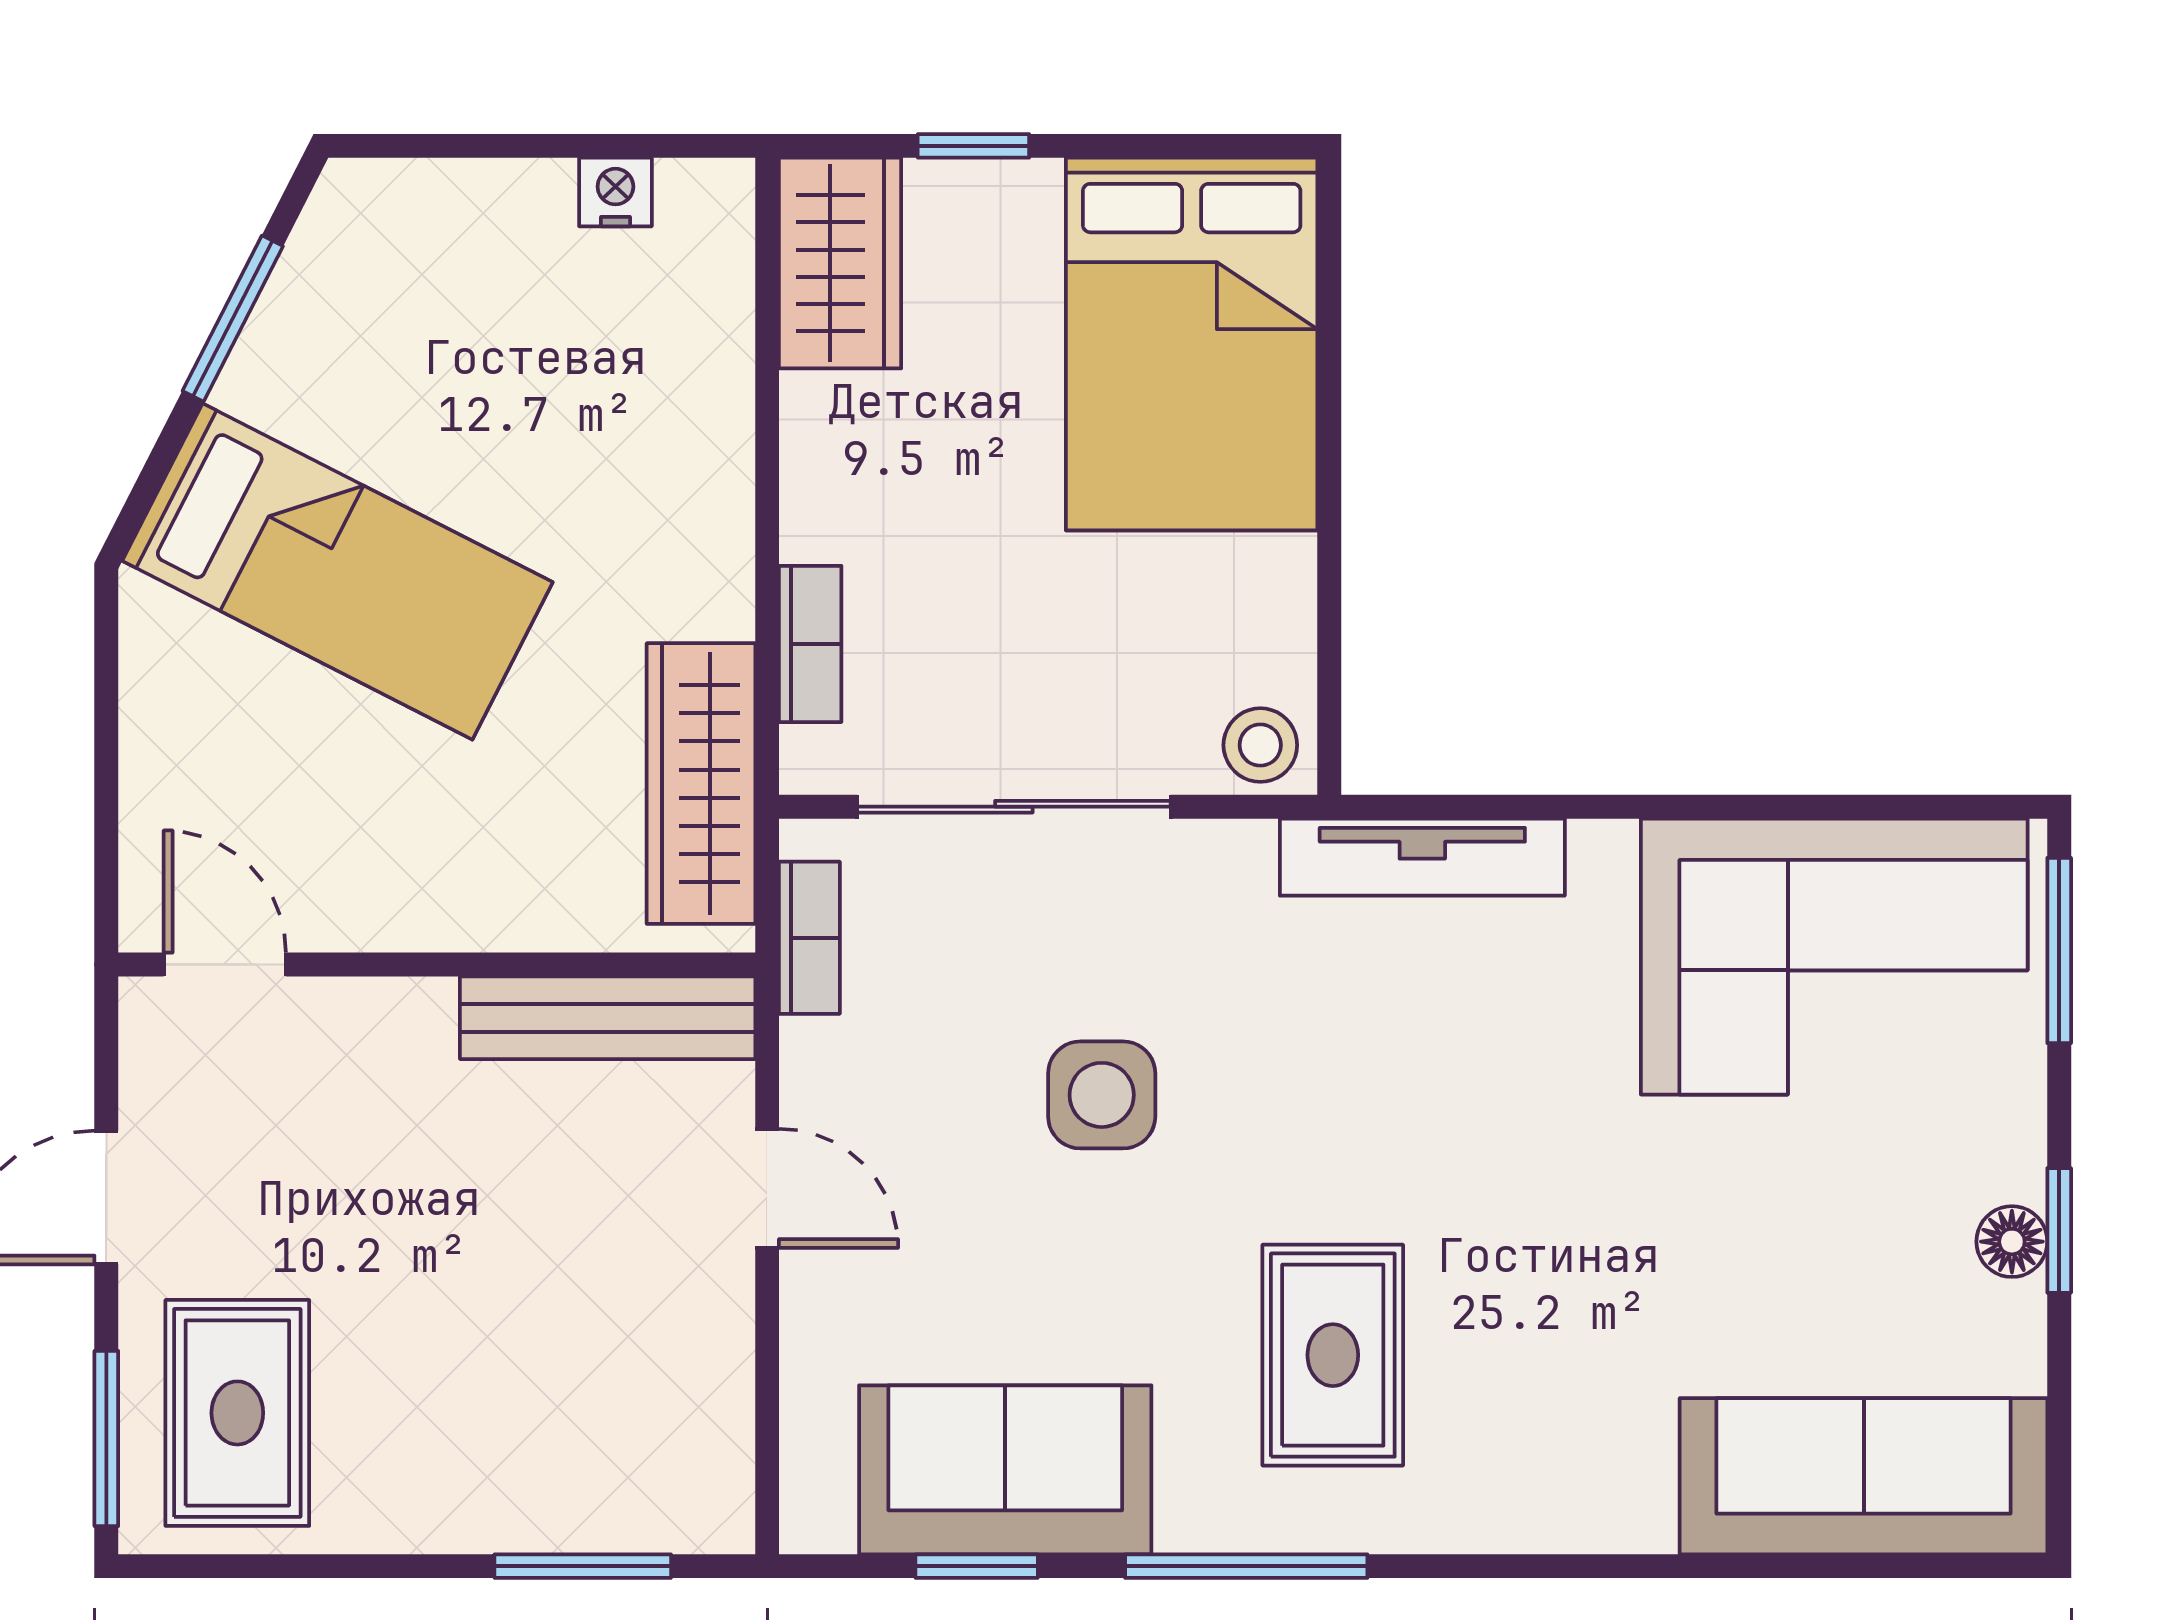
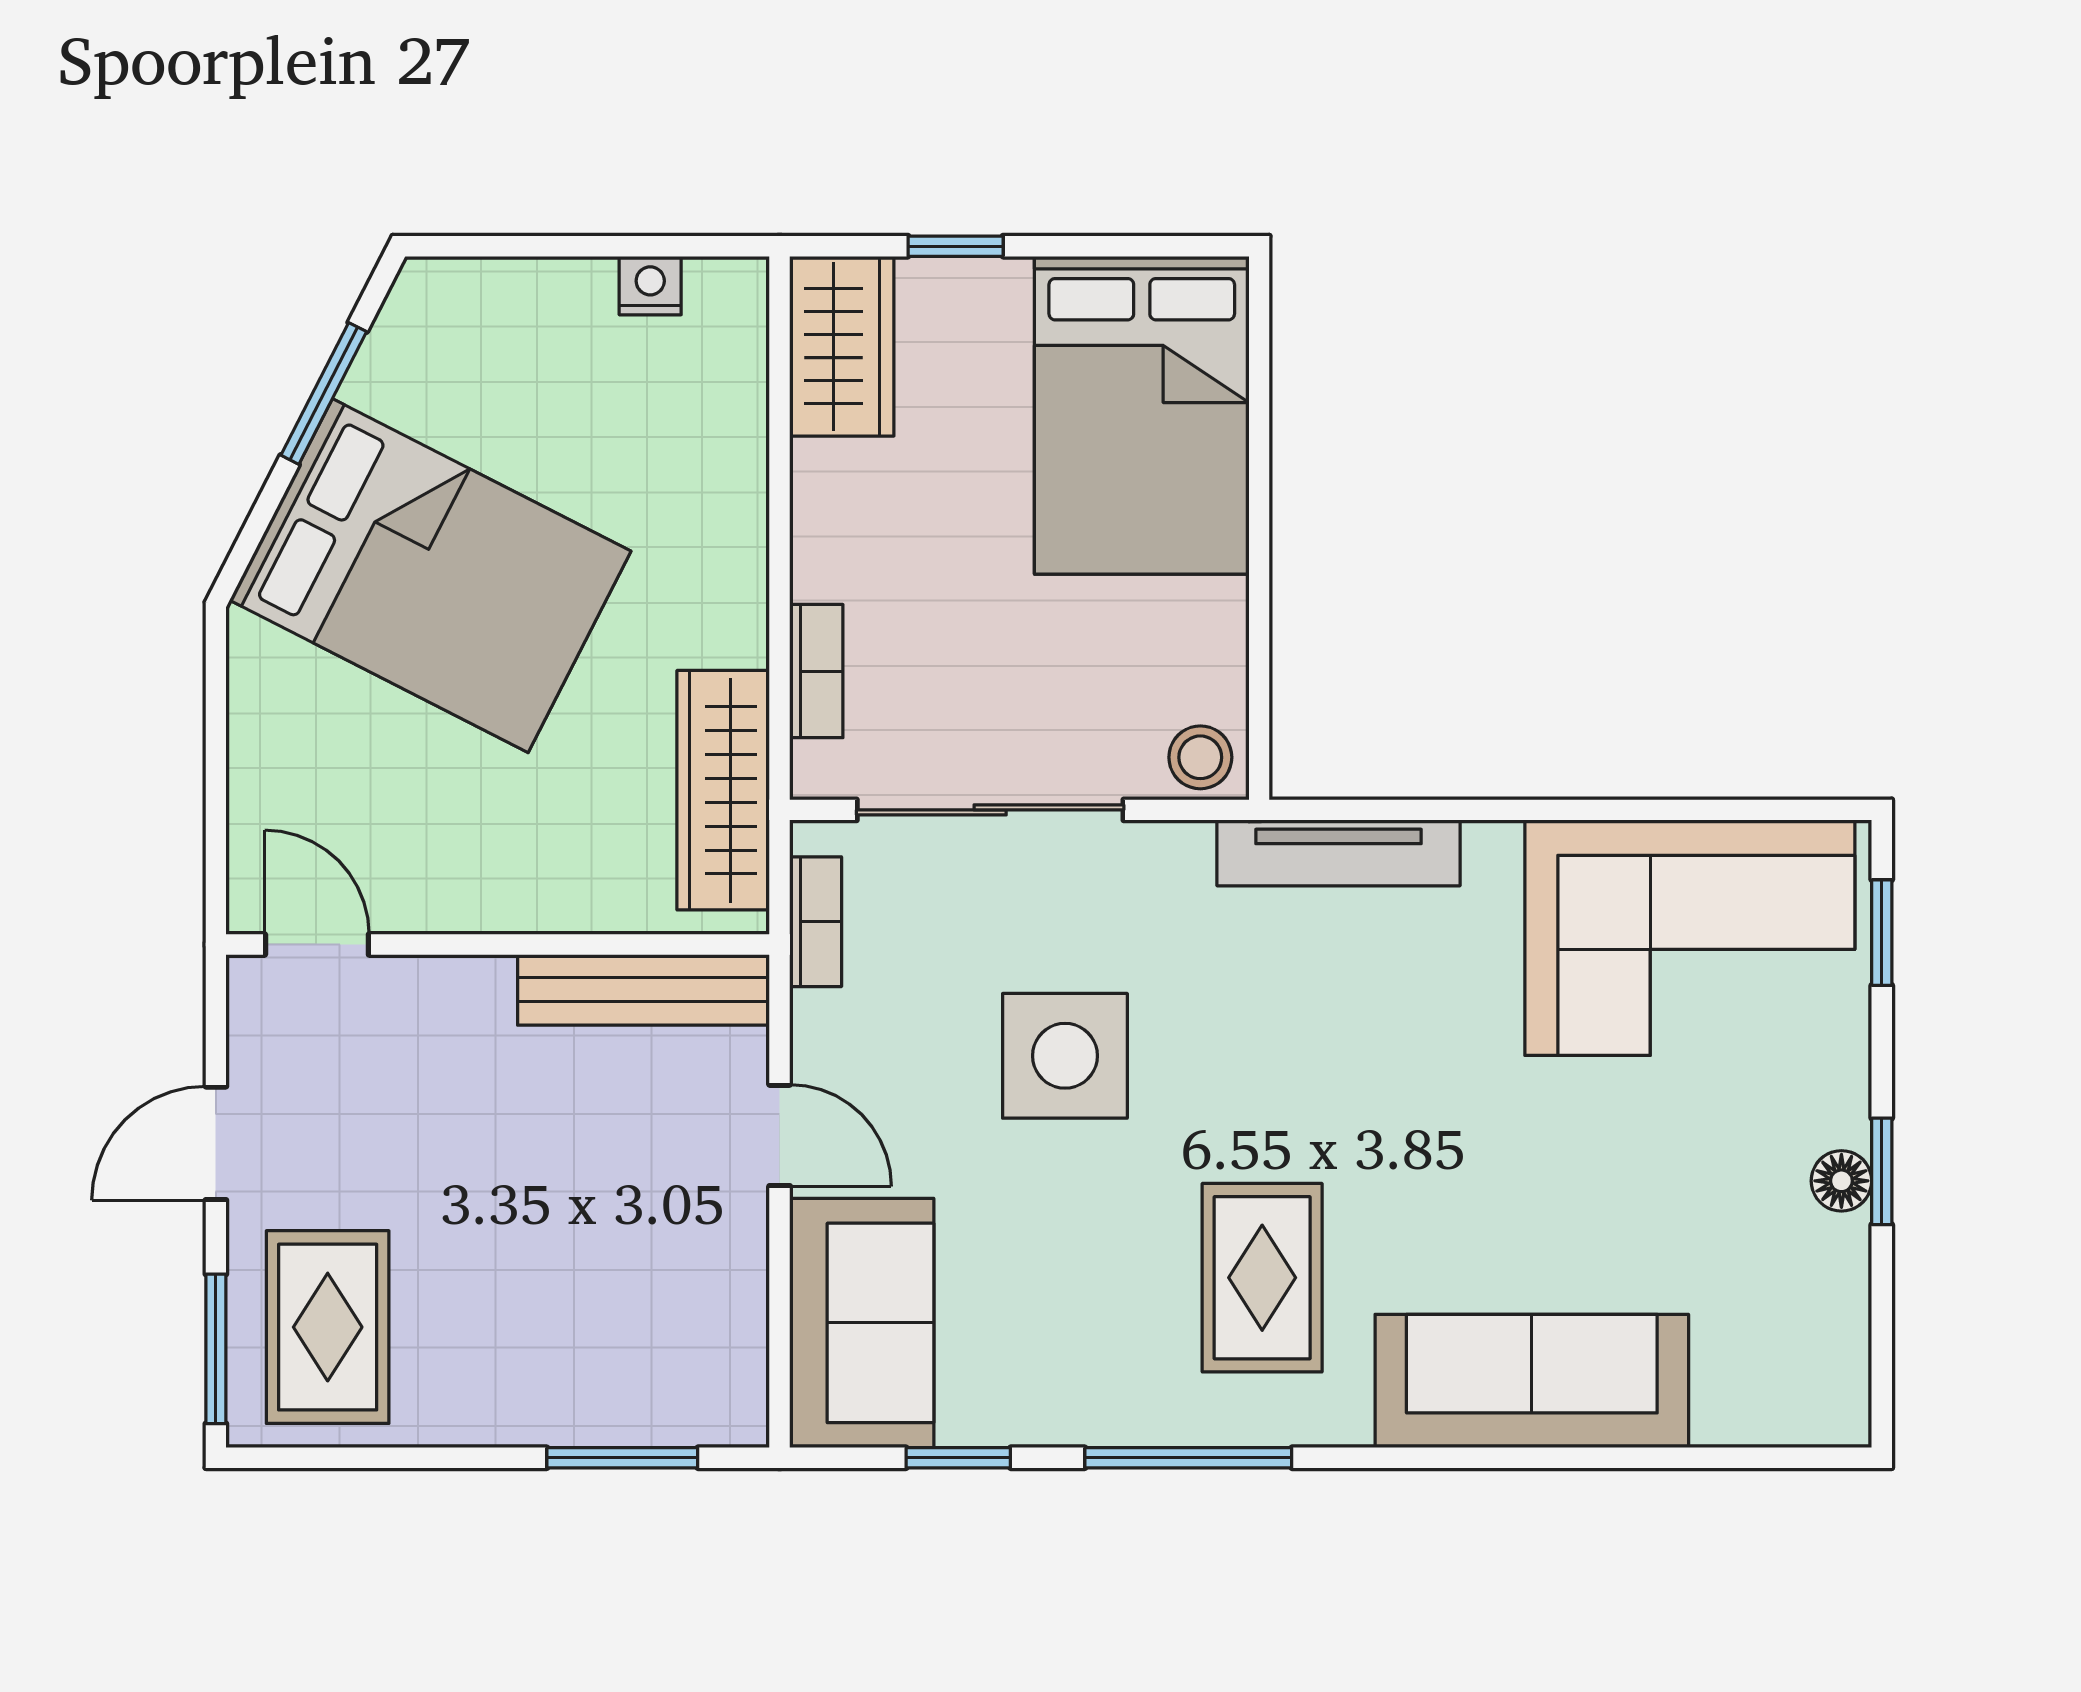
bed: (337, 571) -> (430, 576), width x1.50
window: (2059, 950) -> (1882, 933), width x0.67
side table: (1102, 1095) -> (1065, 1056), width x1.37, depth x1.37
sofa: (1005, 1470) -> (862, 1323), moved, turned 90
sofa: (1864, 1476) -> (1532, 1381), moved

